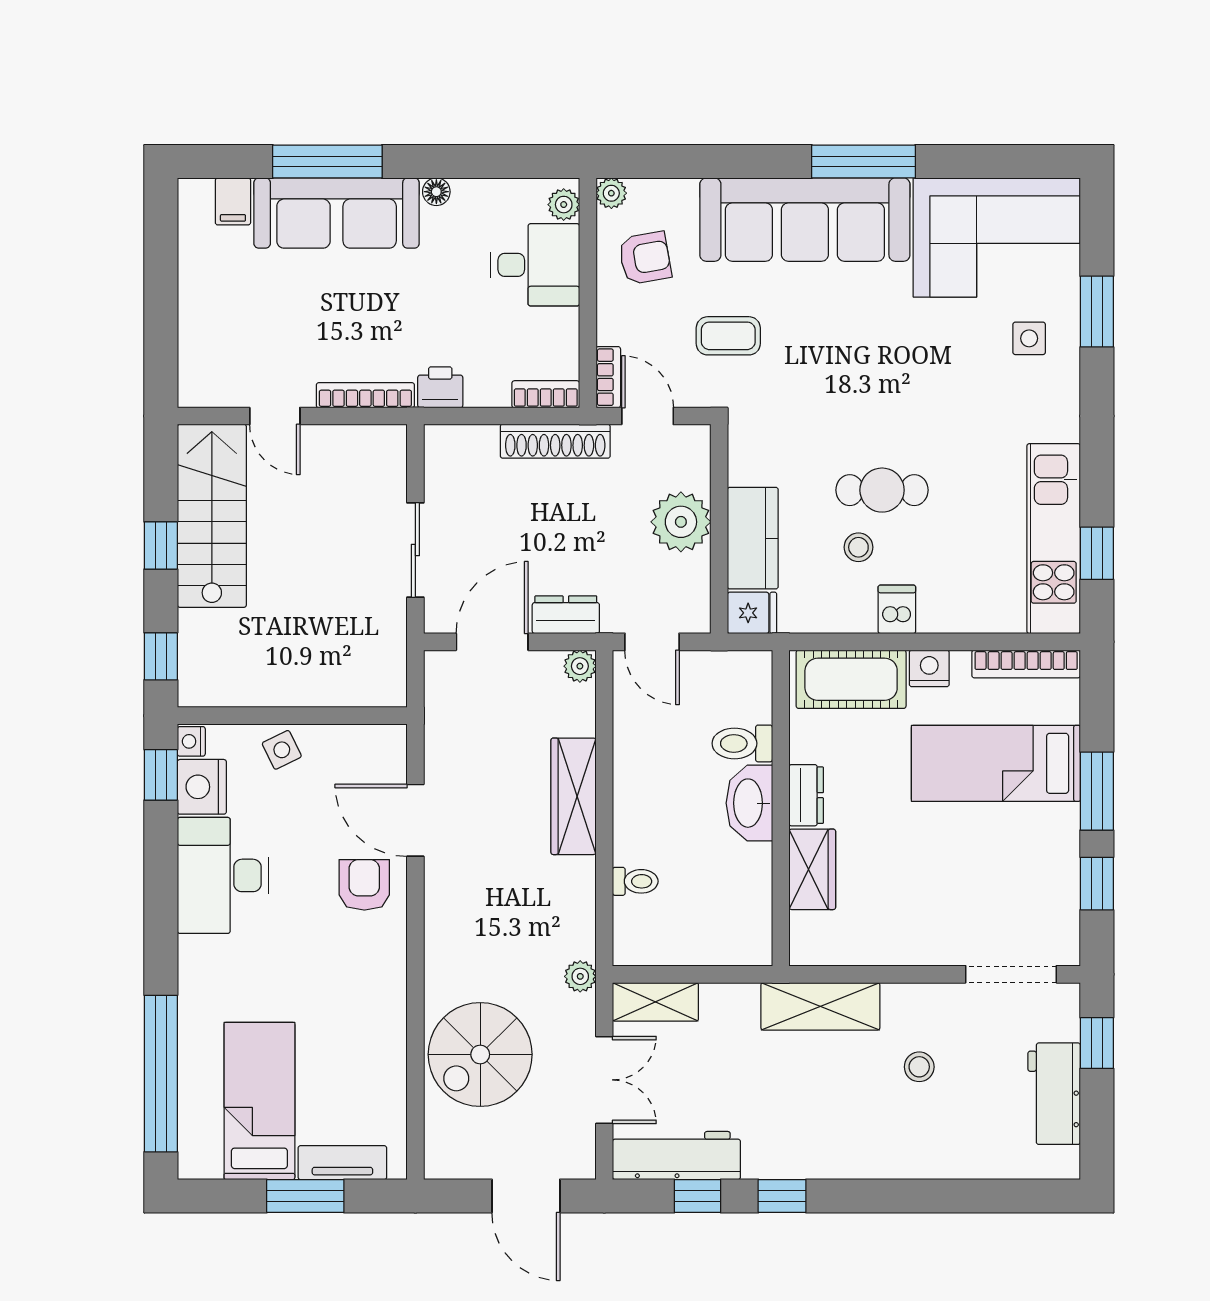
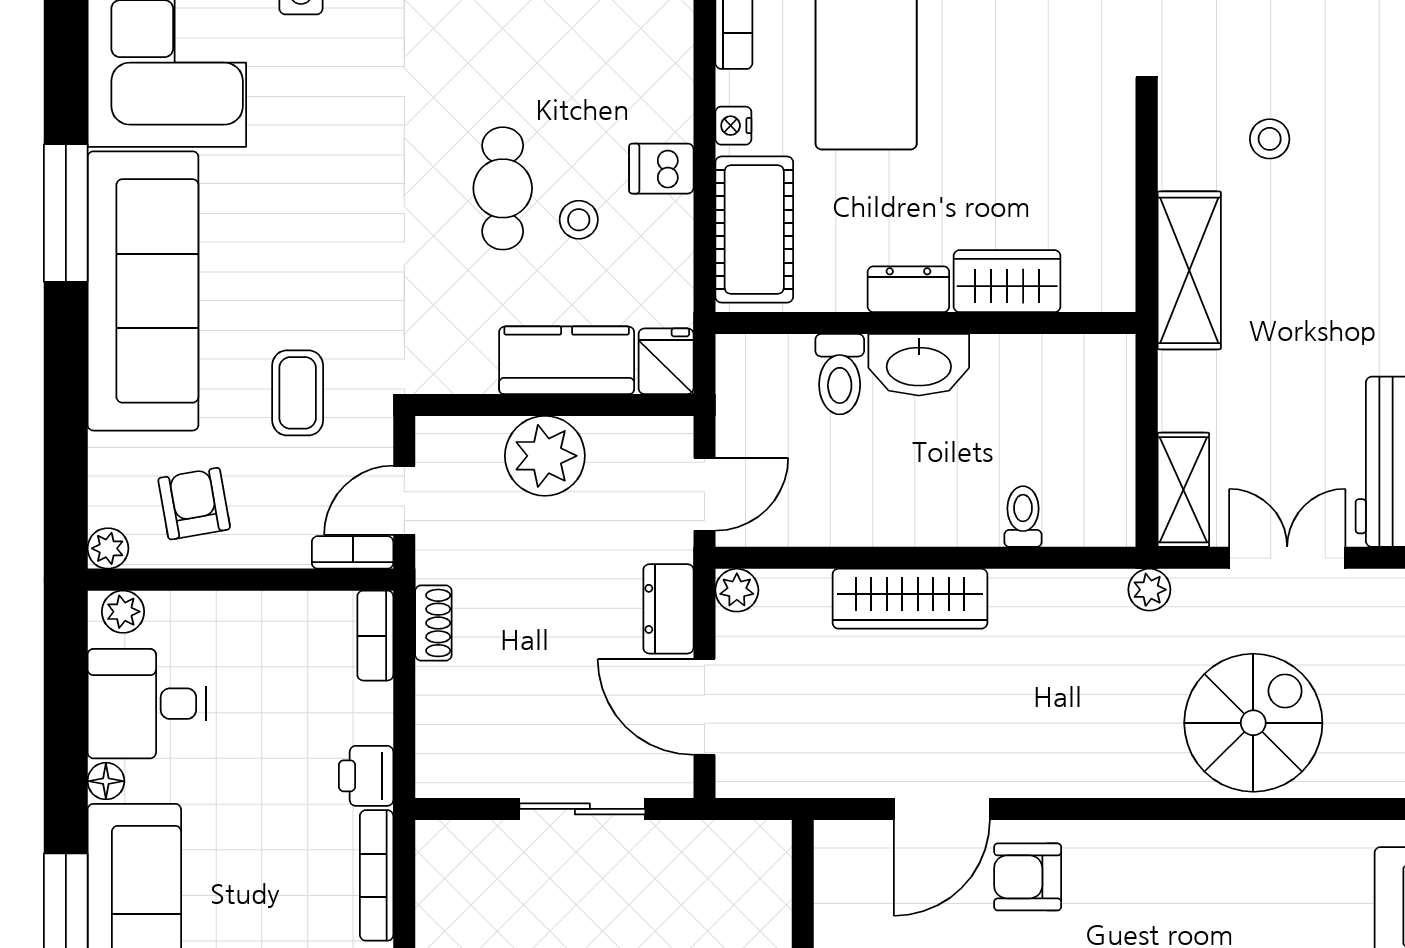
desk: (535, 265) -> (147, 704), moved, turned -90
shoe rack: (555, 441) -> (433, 623), width x0.51, depth x0.81
nightstand: (929, 668) -> (733, 126), width x0.72, depth x0.74
spiral stairs: (480, 1054) -> (1253, 723), turned -90

